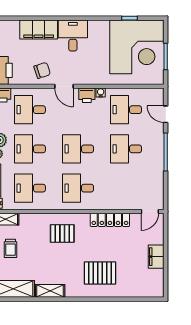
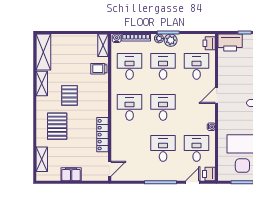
chair: (42, 70) -> (230, 77), removed
printer: (87, 95) -> (209, 174), moved
door: (150, 211) -> (110, 169), swing flipped
pallet: (62, 233) -> (69, 95), moved
trolley: (11, 248) -> (99, 69), moved
shelving: (139, 291) -> (42, 159), added

